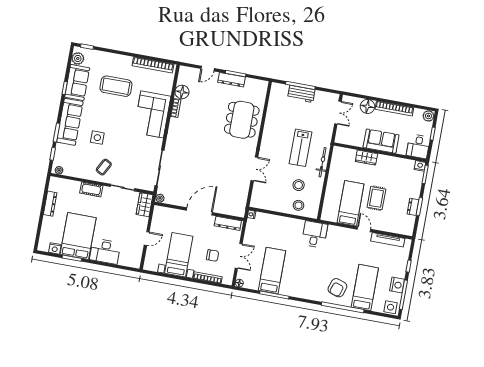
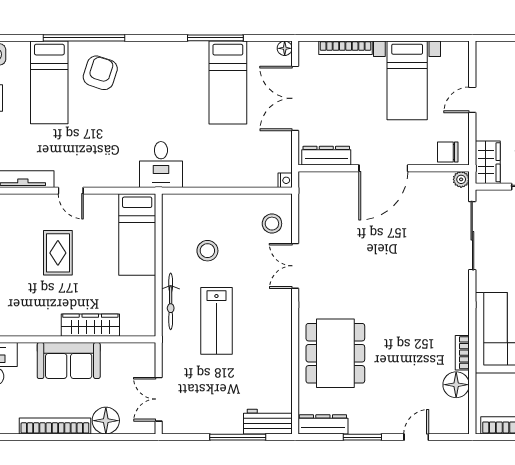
dresser: (231, 80) -> (323, 424), moved
workbench: (301, 94) -> (268, 422), moved
lab bench: (300, 148) -> (216, 321), turned 180
wardrobe: (366, 158) -> (90, 325), width x1.50
bed: (351, 203) -> (137, 234), moved
stool: (299, 205) -> (272, 224), moved
chair: (213, 255) -> (448, 152), moved
double door: (239, 256) -> (295, 98), width x1.37

